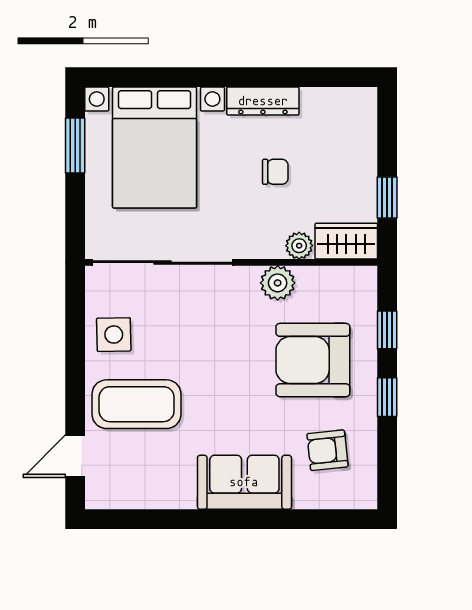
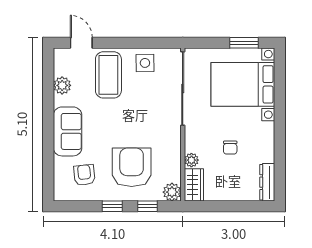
dresser: (263, 101) -> (267, 182), moved
window: (387, 197) -> (217, 206), removed
plant: (278, 283) -> (172, 192), moved
plant: (157, 493) -> (62, 85), added

